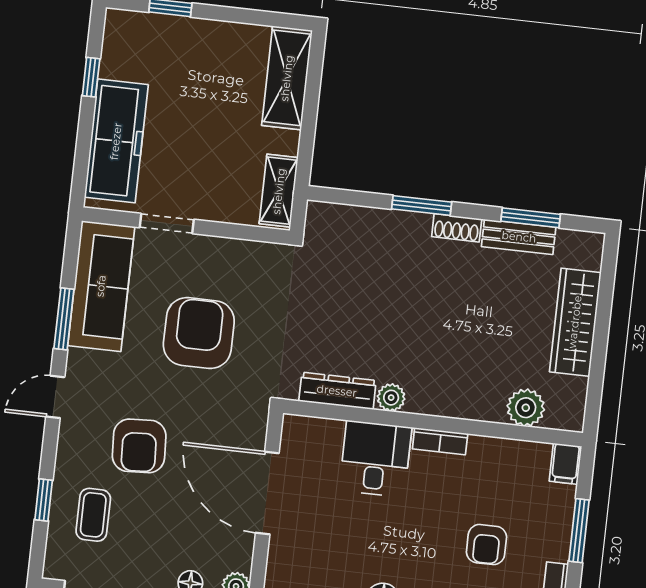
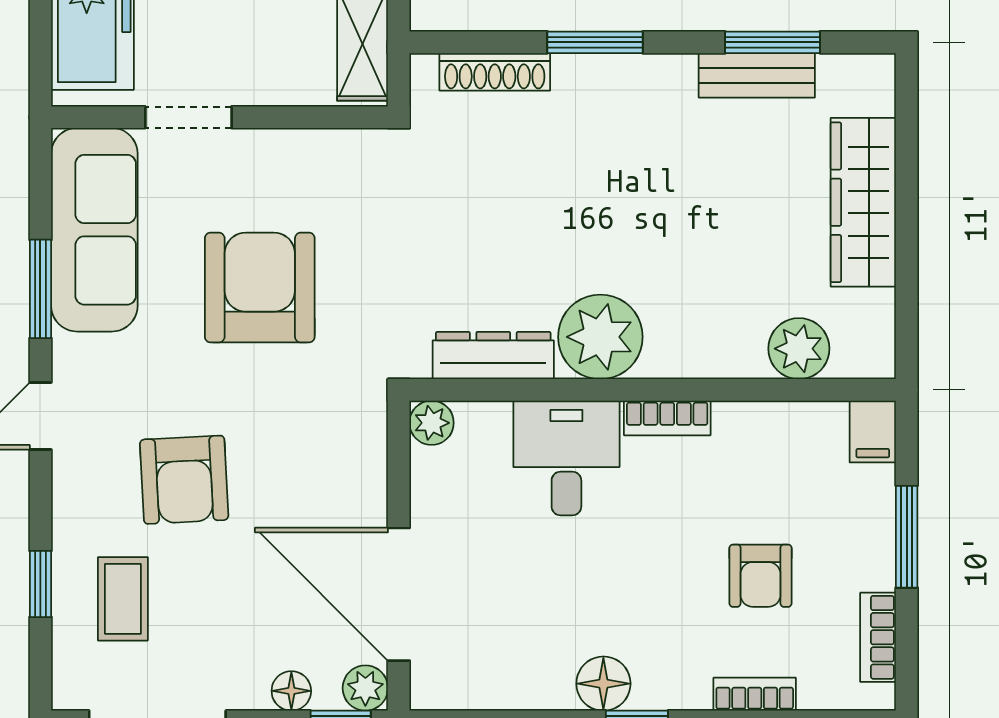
shoe rack: (457, 228) -> (495, 72), moved, width x1.43
plant: (391, 398) -> (600, 337), width x1.88, depth x1.88
plant: (295, 428) -> (432, 423), added
door: (267, 493) -> (399, 594), moved

